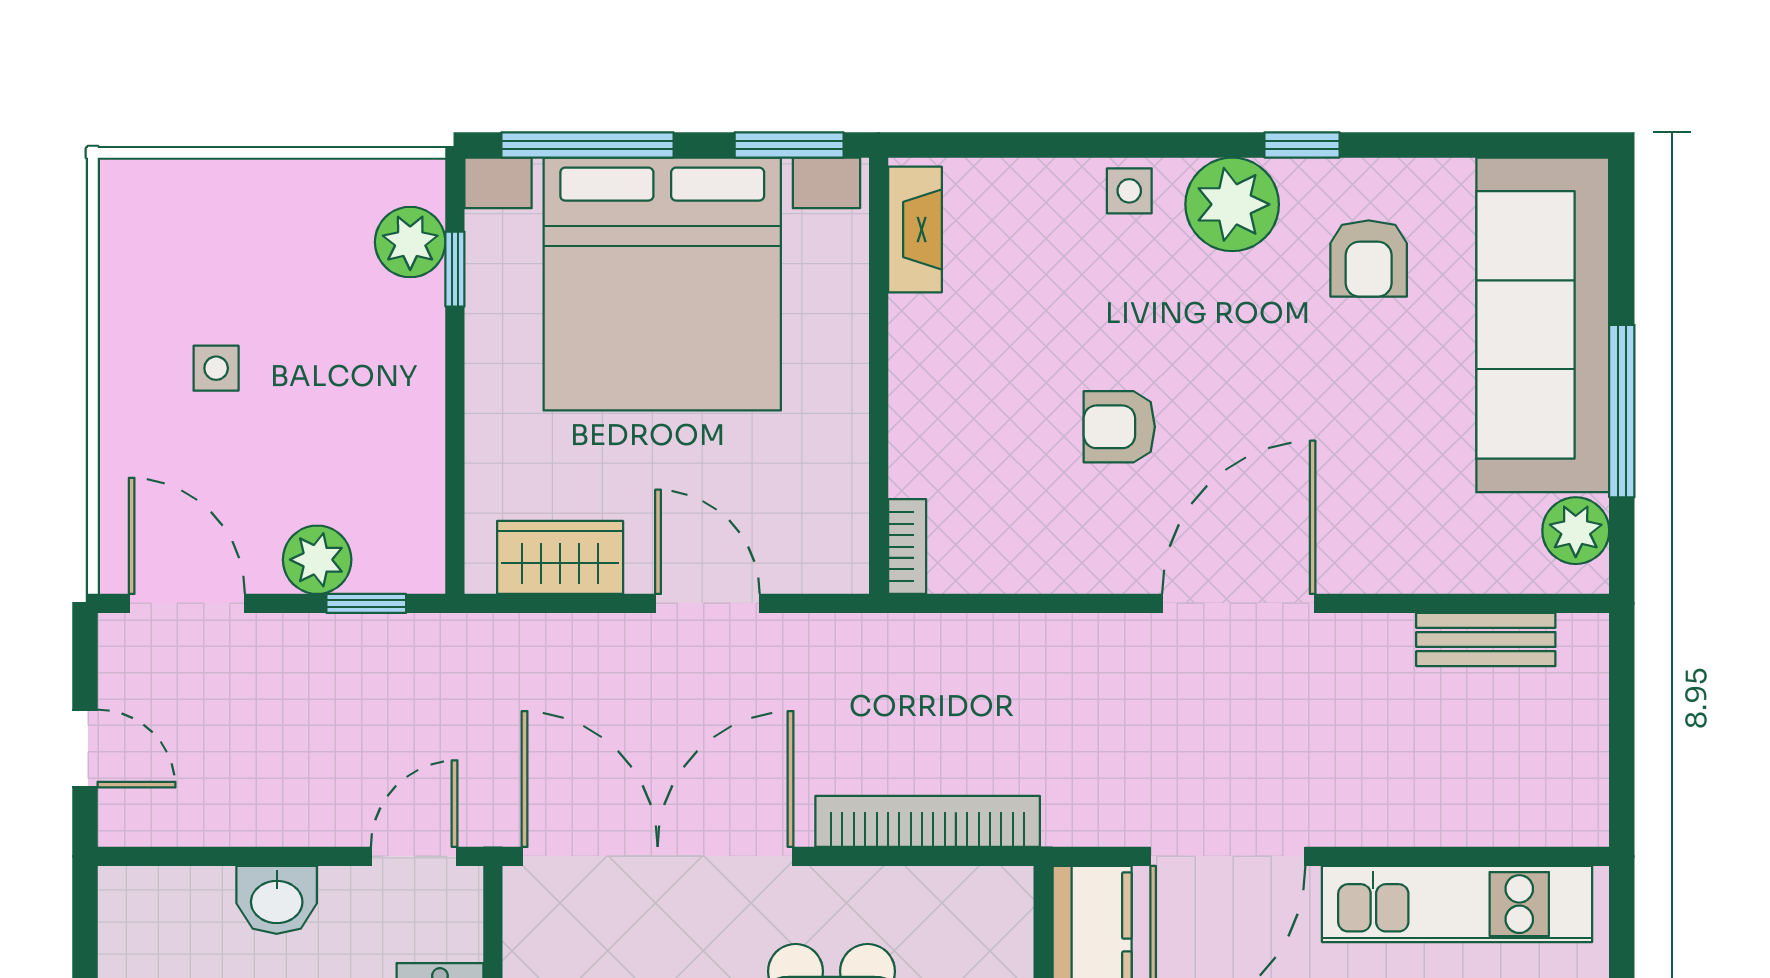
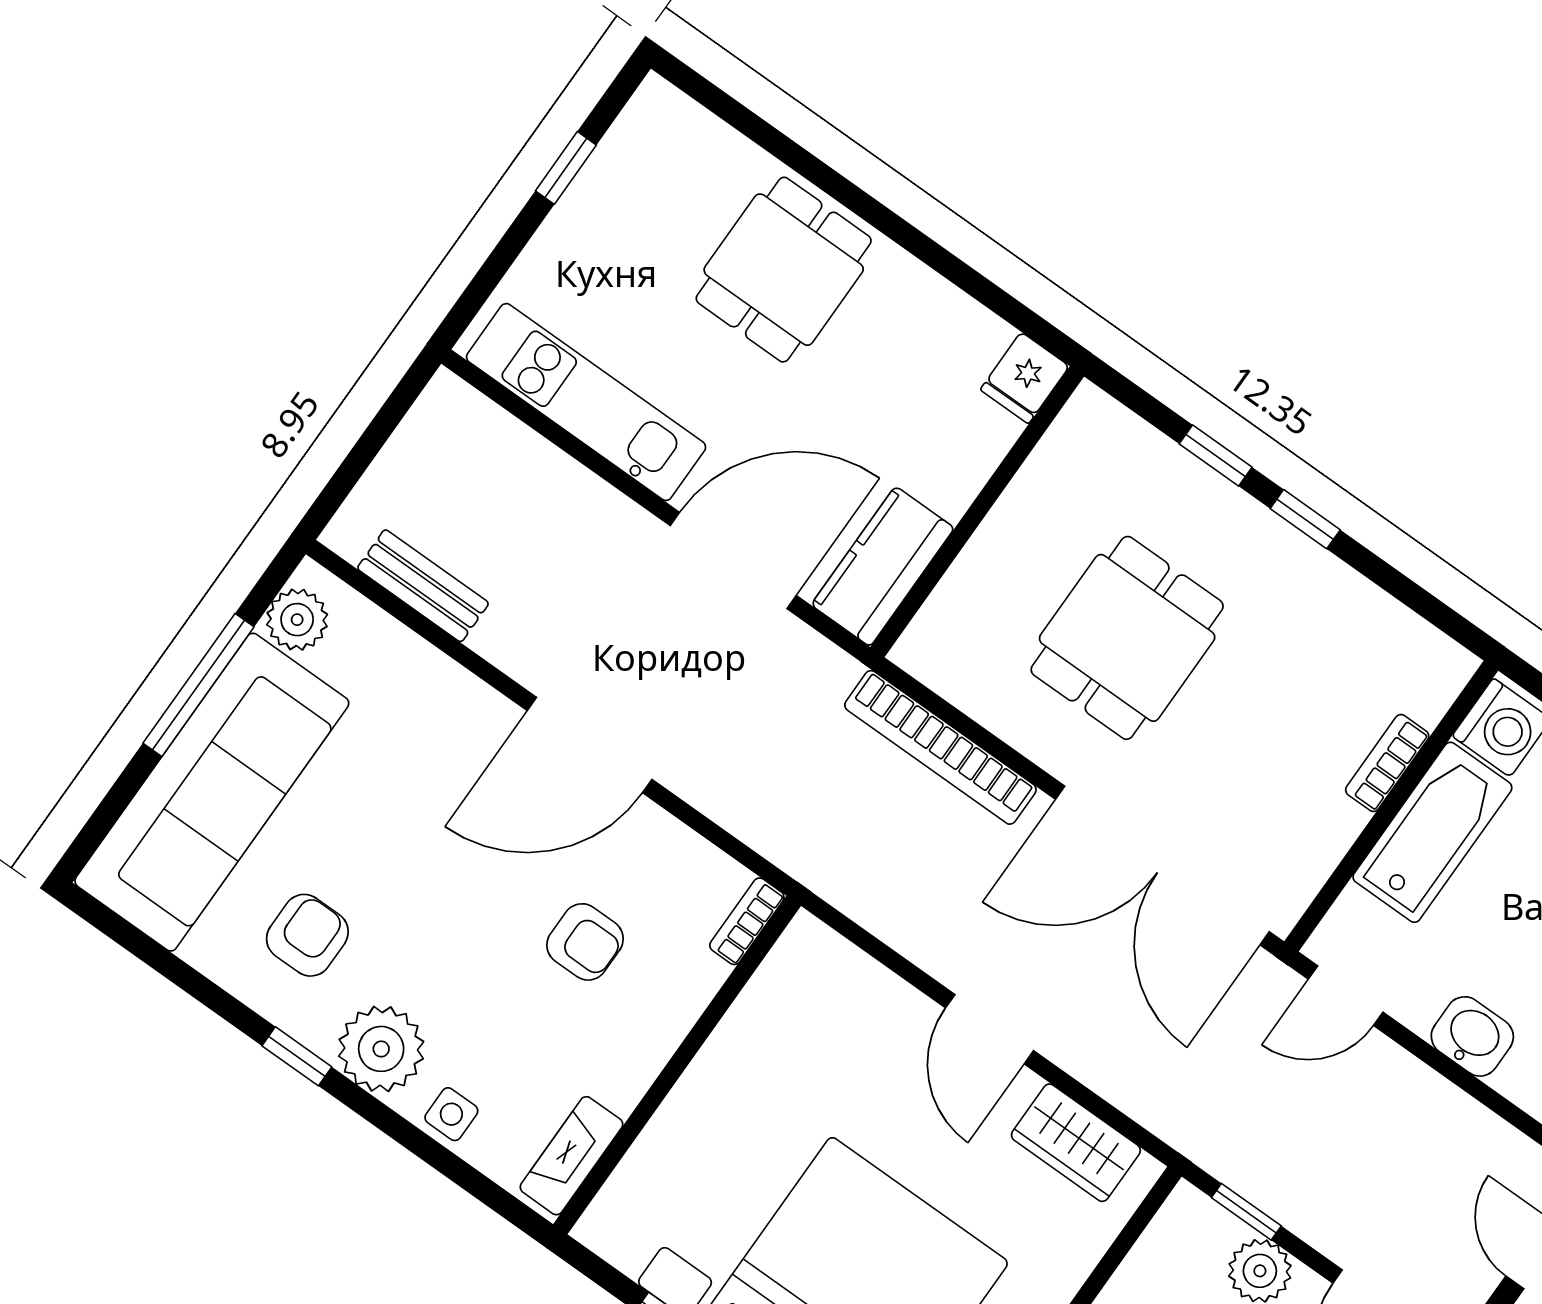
fireplace: (915, 230) -> (571, 1156), moved
wall: (879, 376) -> (677, 1065), moved
bookcase: (907, 547) -> (747, 921), moved

